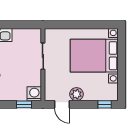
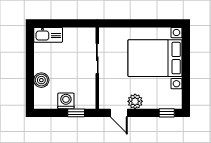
washing machine: (34, 94) -> (66, 101), moved

